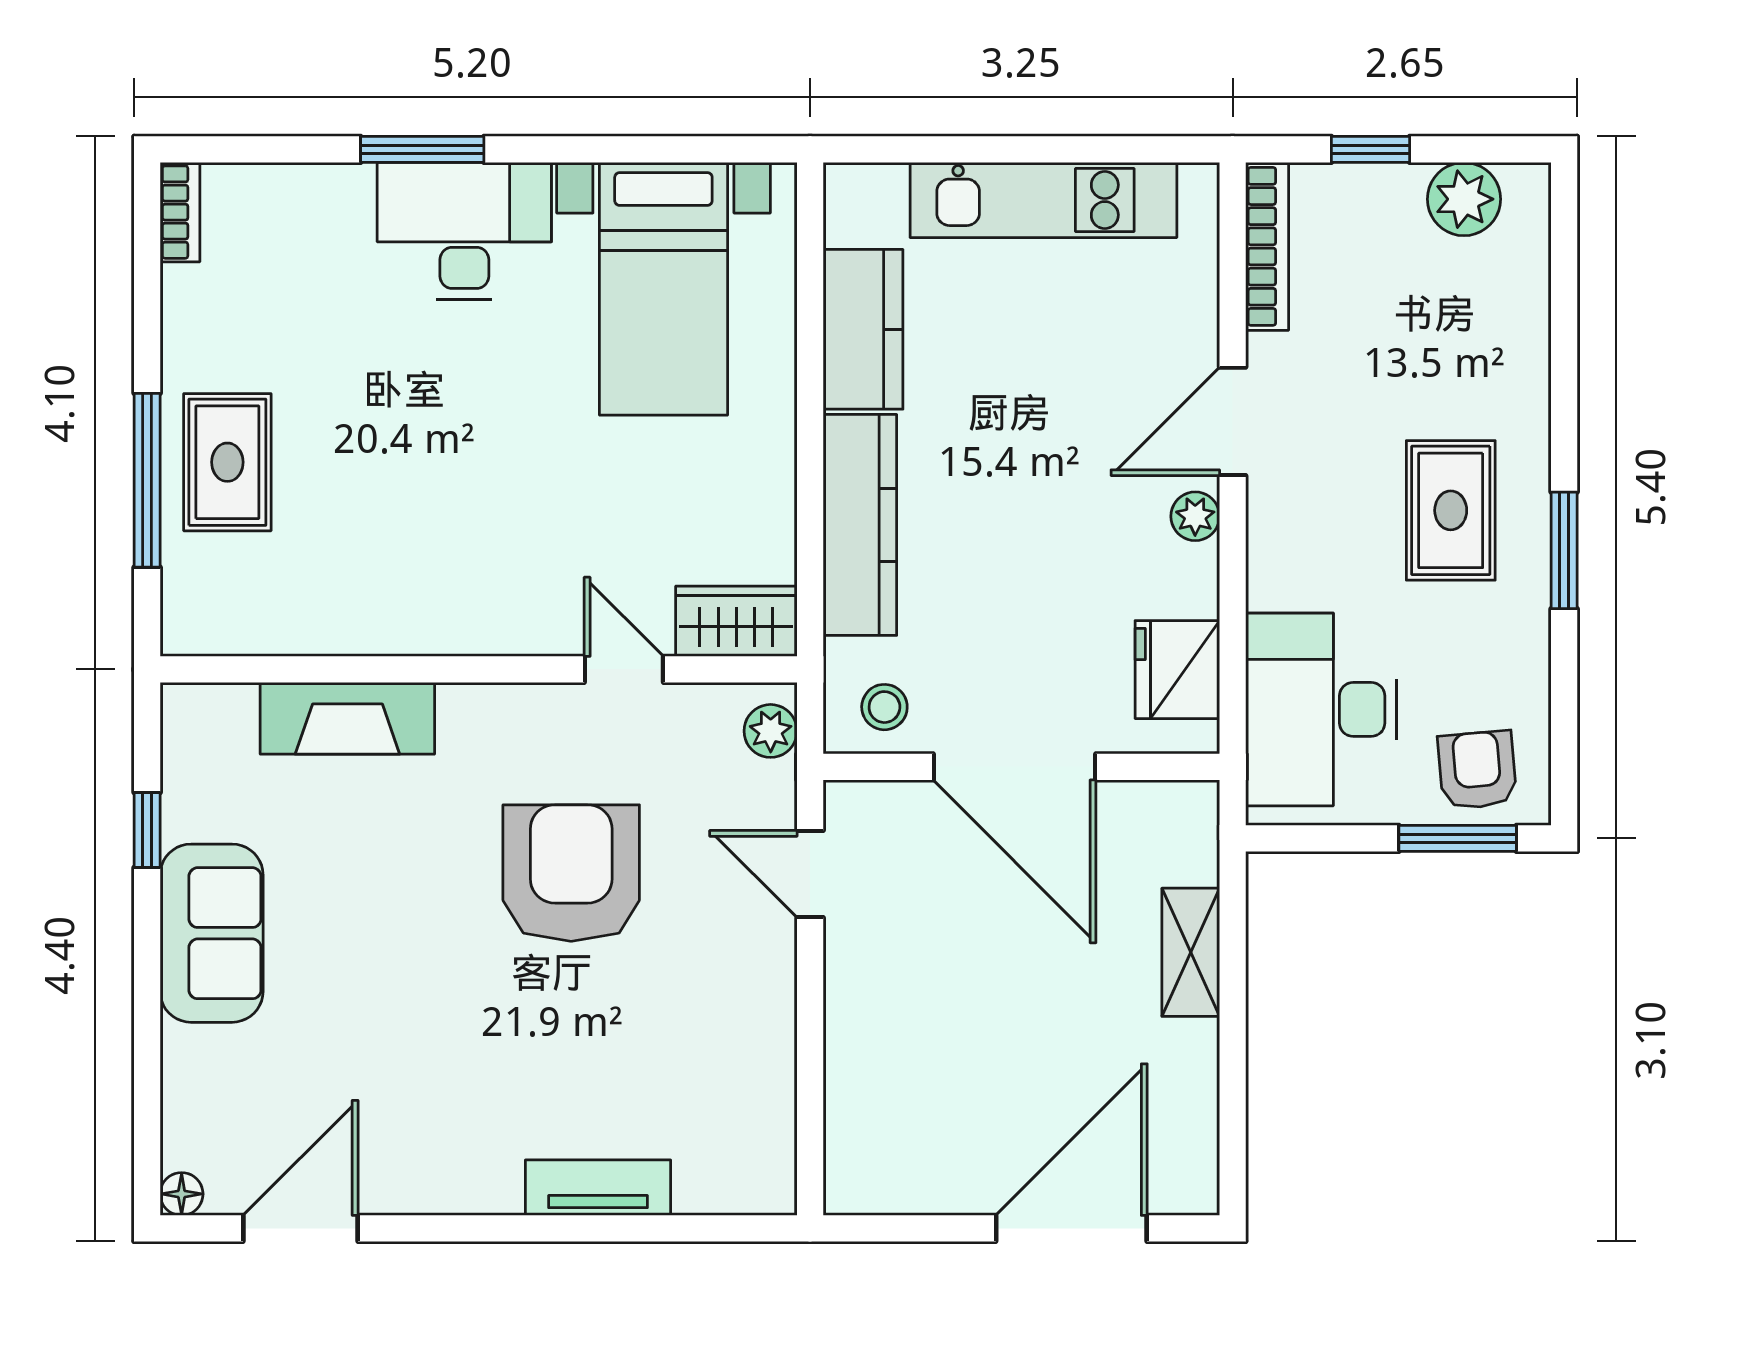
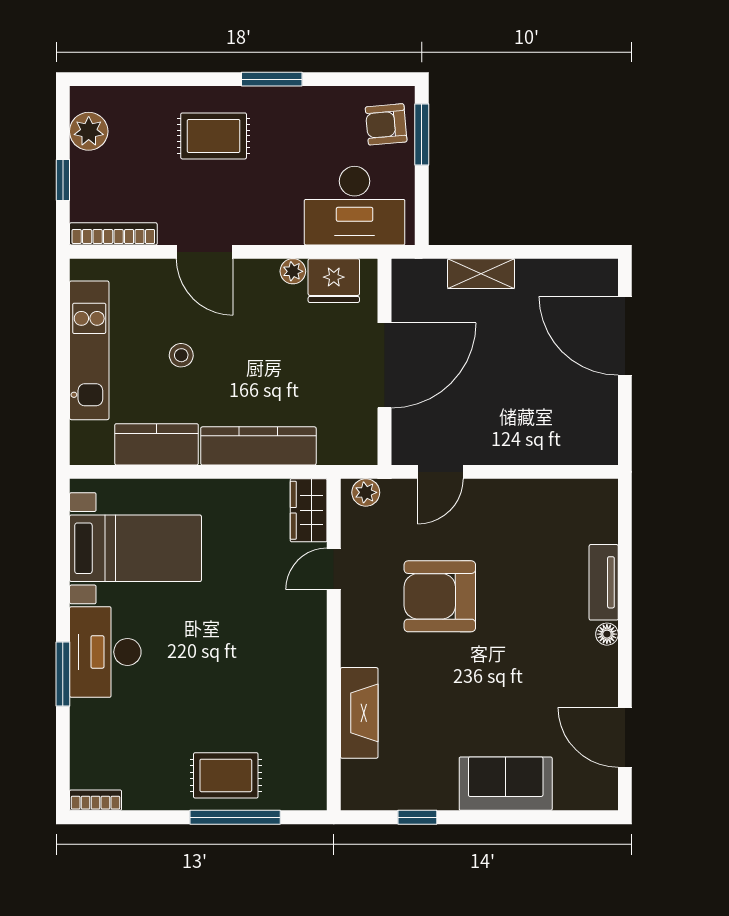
rug: (1451, 510) -> (214, 136), moved
plant: (1195, 516) -> (293, 271), moved
stool: (884, 707) -> (181, 355), moved
sofa: (212, 933) -> (506, 784), moved
floor lamp: (182, 1194) -> (607, 634), moved

